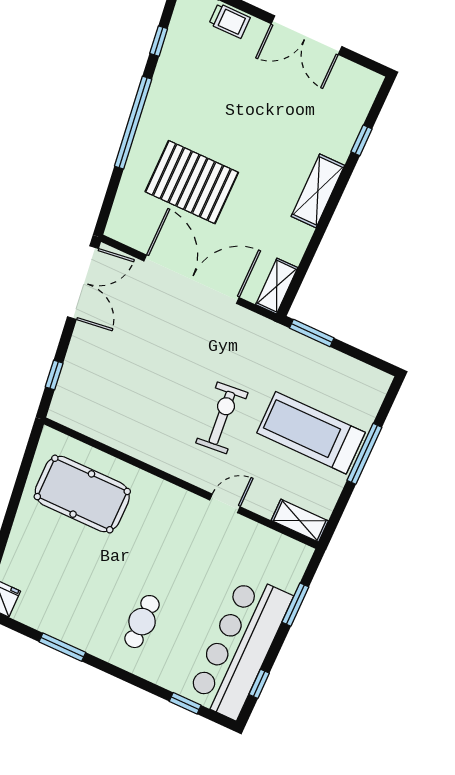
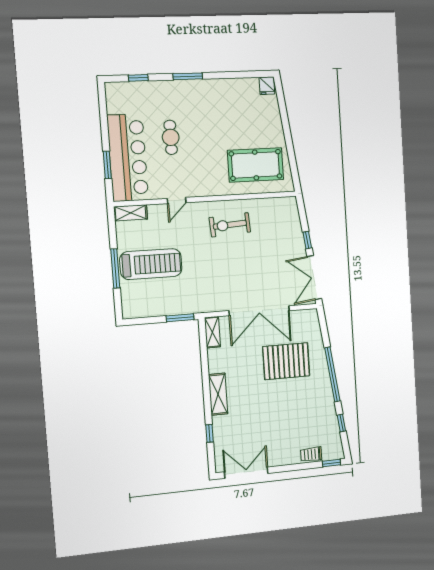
double door: (307, 35) -> (246, 473), moved
window: (54, 375) -> (307, 240), moved
exercise bike: (222, 418) -> (230, 225), moved, turned 91
cafe table: (142, 622) -> (171, 137), moved
window: (62, 647) -> (188, 76), moved
bar counter: (240, 647) -> (128, 158), moved
window: (259, 684) -> (103, 110), removed

